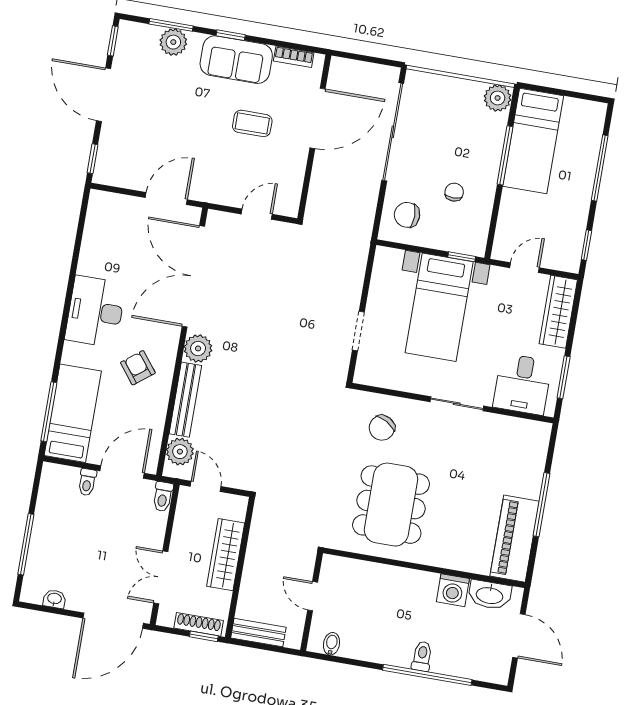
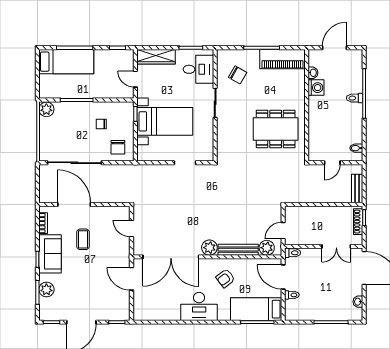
bed: (533, 141) -> (66, 62), moved
chair: (382, 428) -> (238, 75), moved
wardrobe: (226, 555) -> (318, 213), removed
washbasin: (490, 595) -> (313, 73), width x0.52, depth x0.69

